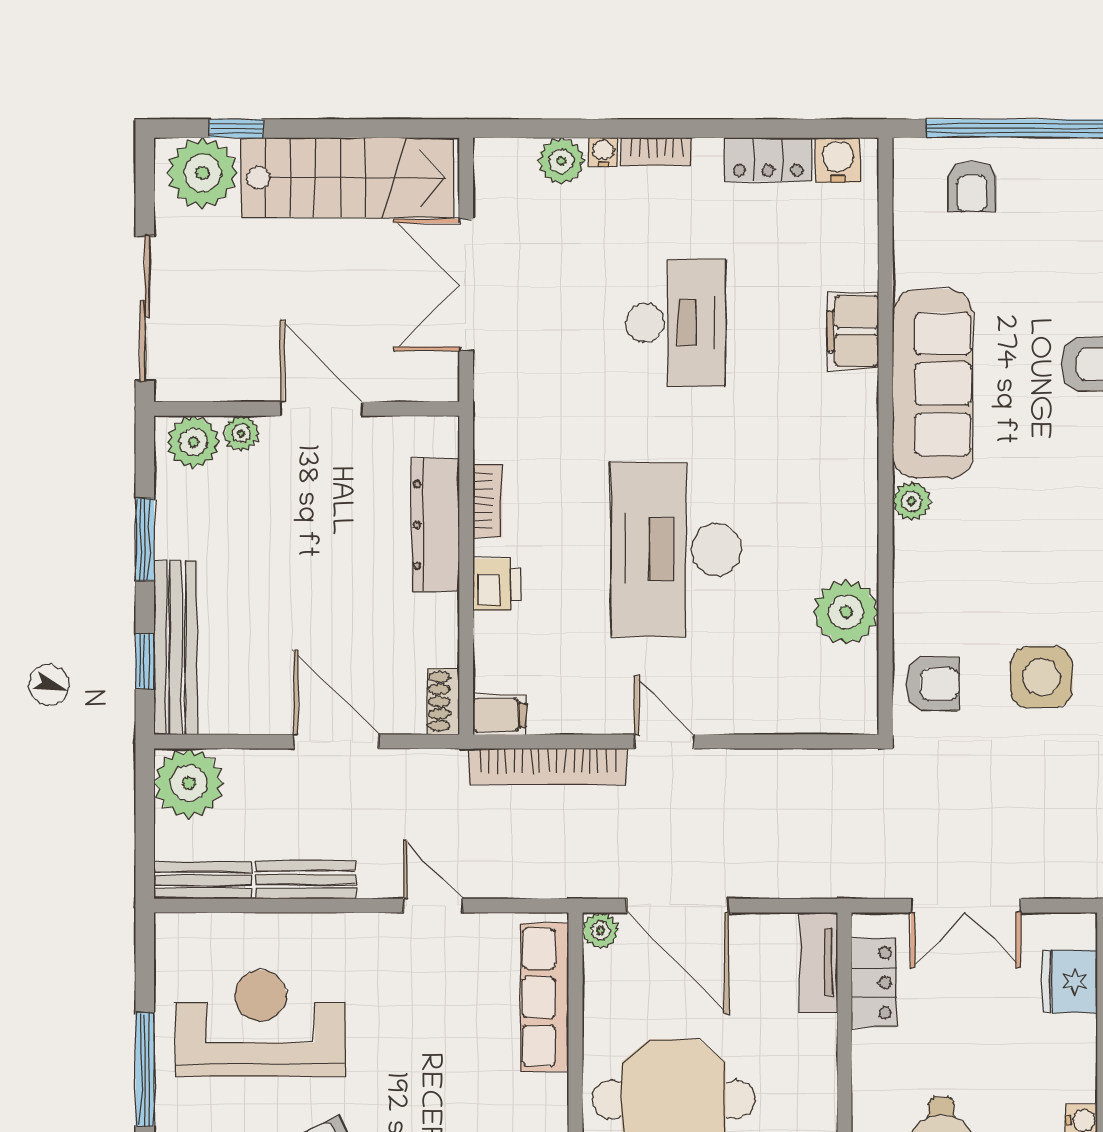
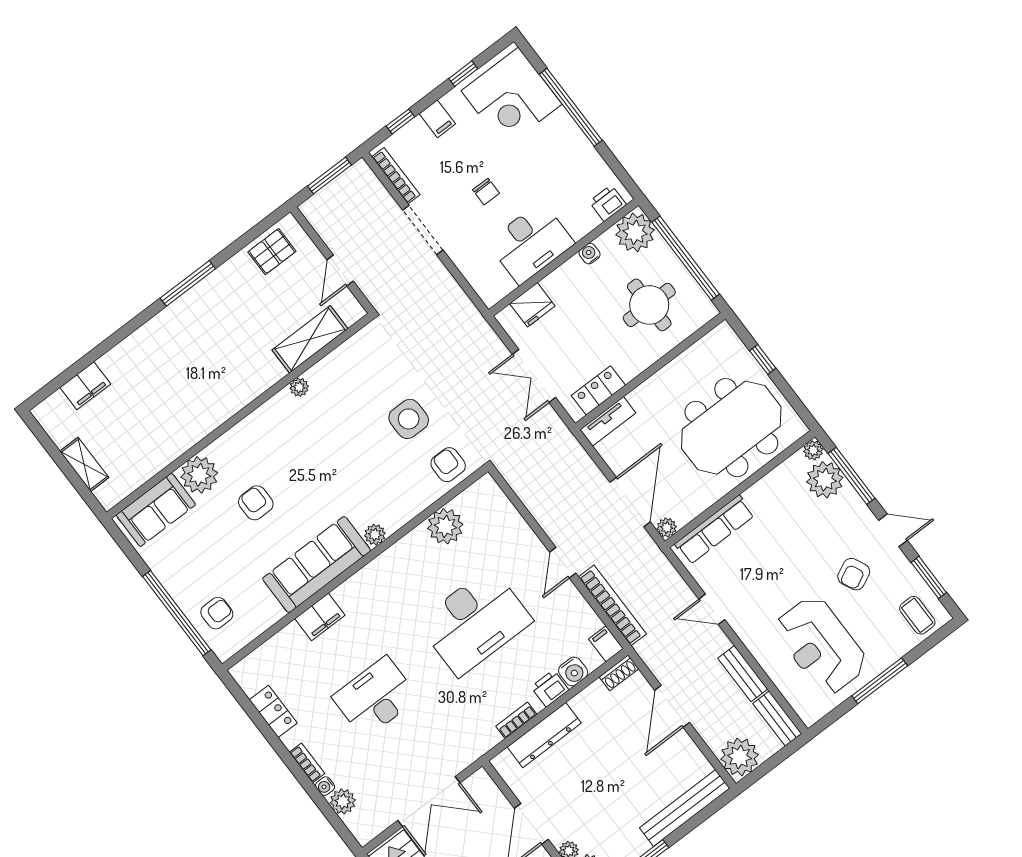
water cooler: (838, 160) -> (573, 671), moved, turned -90
window: (145, 661) -> (701, 817), removed
door: (433, 906) -> (712, 609), hinge flipped
double door: (966, 906) -> (534, 376), swing flipped

